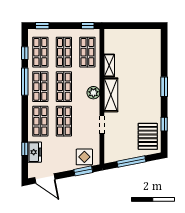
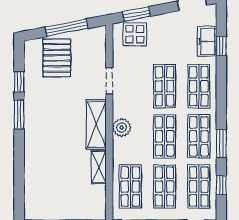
window: (25, 82) -> (221, 144), width x0.69
window: (164, 87) -> (19, 115), moved
pallet: (148, 136) -> (57, 58), moved

